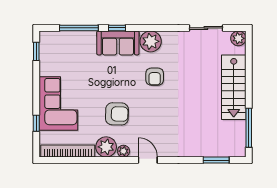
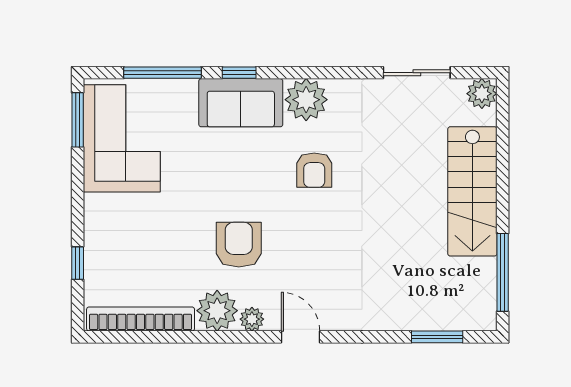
window: (36, 51) -> (78, 120), width x1.50
corner sofa: (58, 103) -> (122, 138), moved
armchair: (117, 114) -> (239, 245), turned -92

